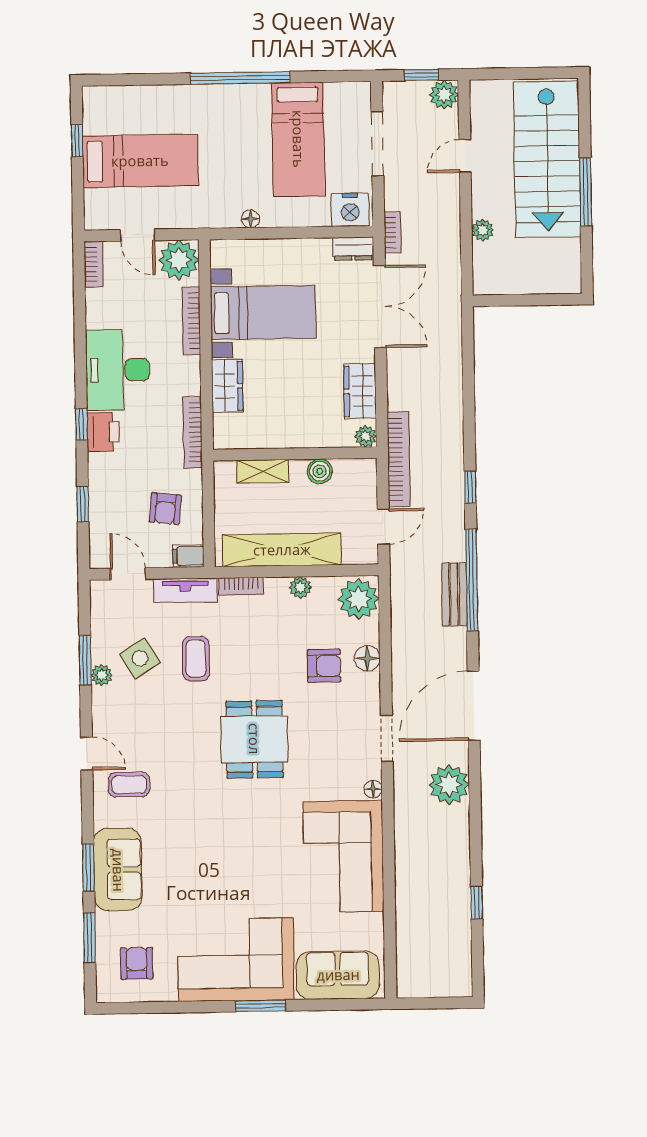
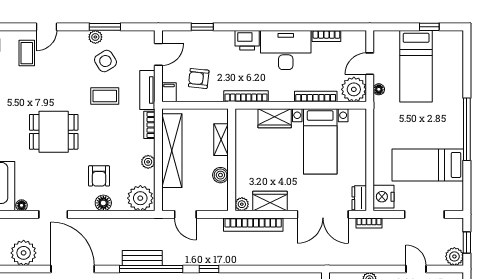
floor lamp: (251, 219) -> (379, 89), moved
bookcase: (94, 264) -> (326, 36), moved
window: (81, 424) -> (252, 27), removed
bookcase: (399, 459) -> (253, 225), moved

